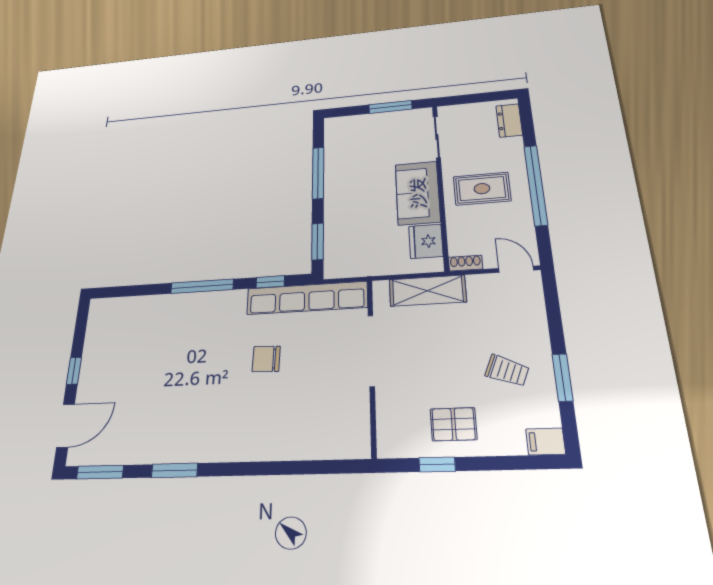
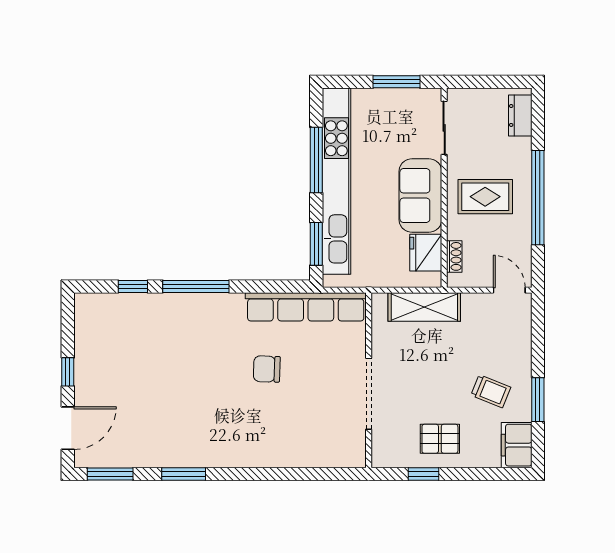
kitchen unit: (337, 188) -> (336, 181), added
shoe rack: (465, 263) -> (454, 256), moved, turned 90
window: (270, 282) -> (133, 286), moved
doorway: (371, 350) -> (369, 394), moved
filing cabinet: (546, 442) -> (517, 445), width x2.00

